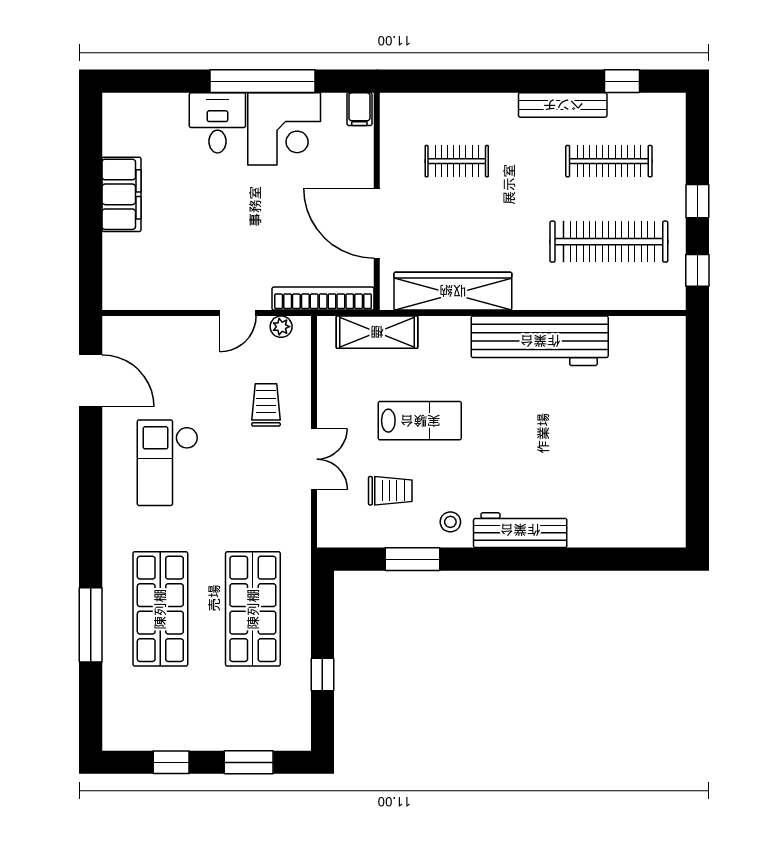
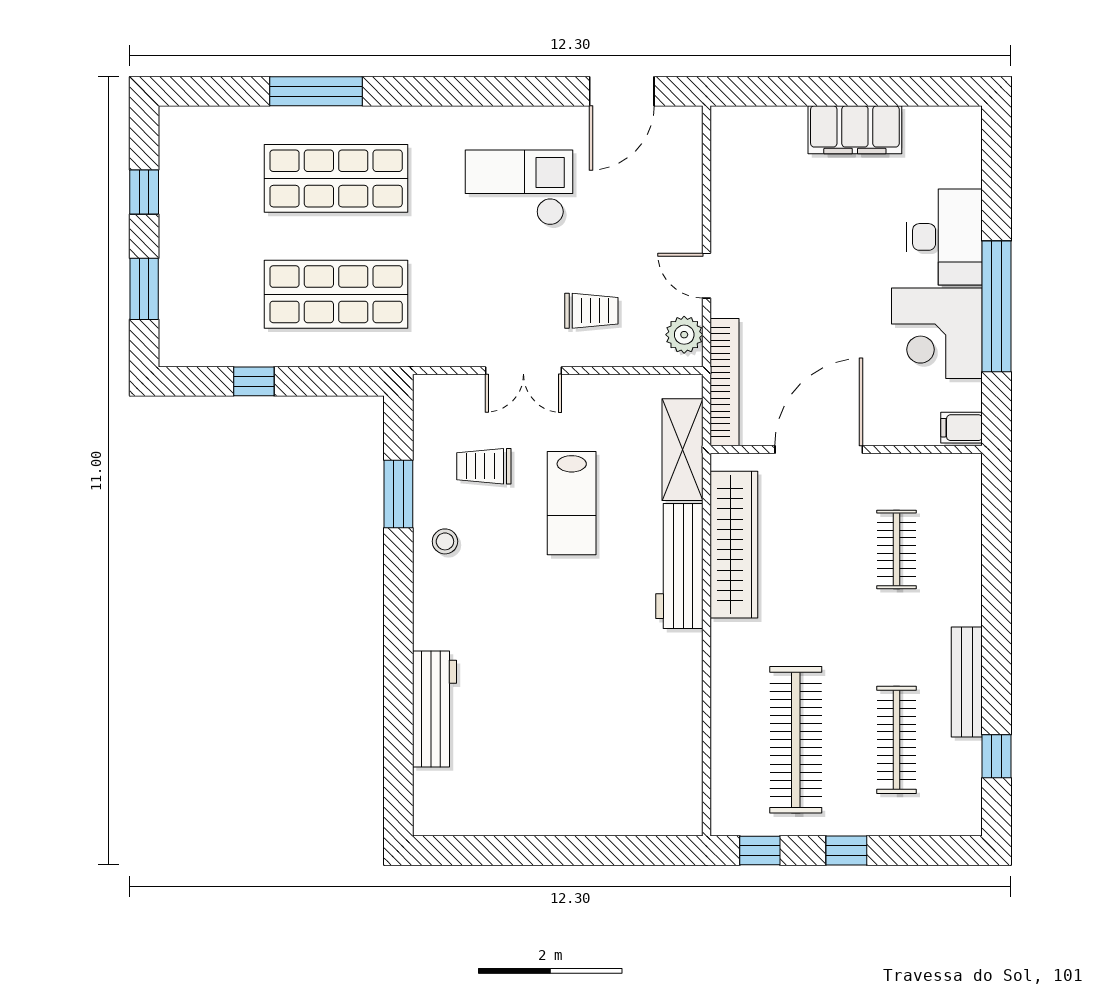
desk: (217, 123) -> (944, 237), width x1.37
plant: (281, 327) -> (684, 335), width x1.38, depth x1.38
workbench: (540, 341) -> (679, 566), moved, width x0.73, depth x0.76
trolley: (390, 491) -> (484, 466), turned 90
workbench: (520, 530) -> (435, 709), moved

